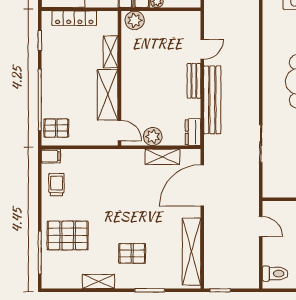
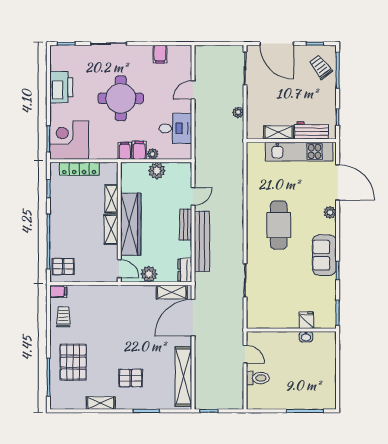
plant: (135, 20) -> (157, 171), moved
wardrobe: (132, 80) -> (131, 224), added
shelving: (108, 95) -> (111, 229), width x0.67, depth x0.75
shelving: (162, 157) -> (172, 292), moved
pallet: (68, 236) -> (73, 362), turned 90
toilet: (275, 274) -> (258, 378), moved

